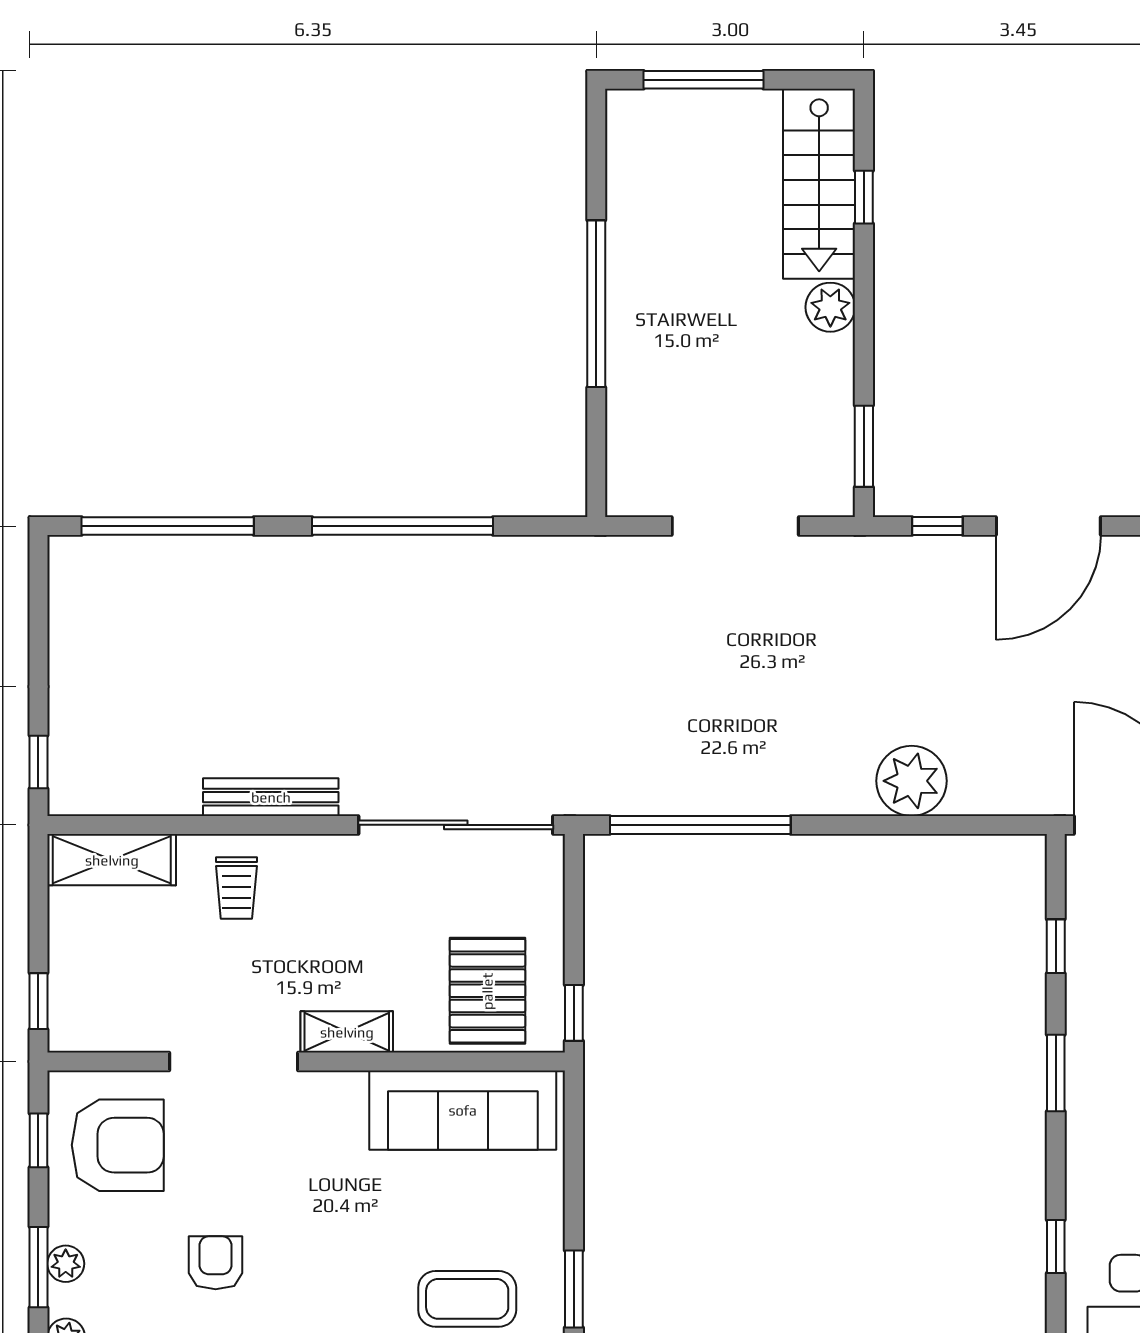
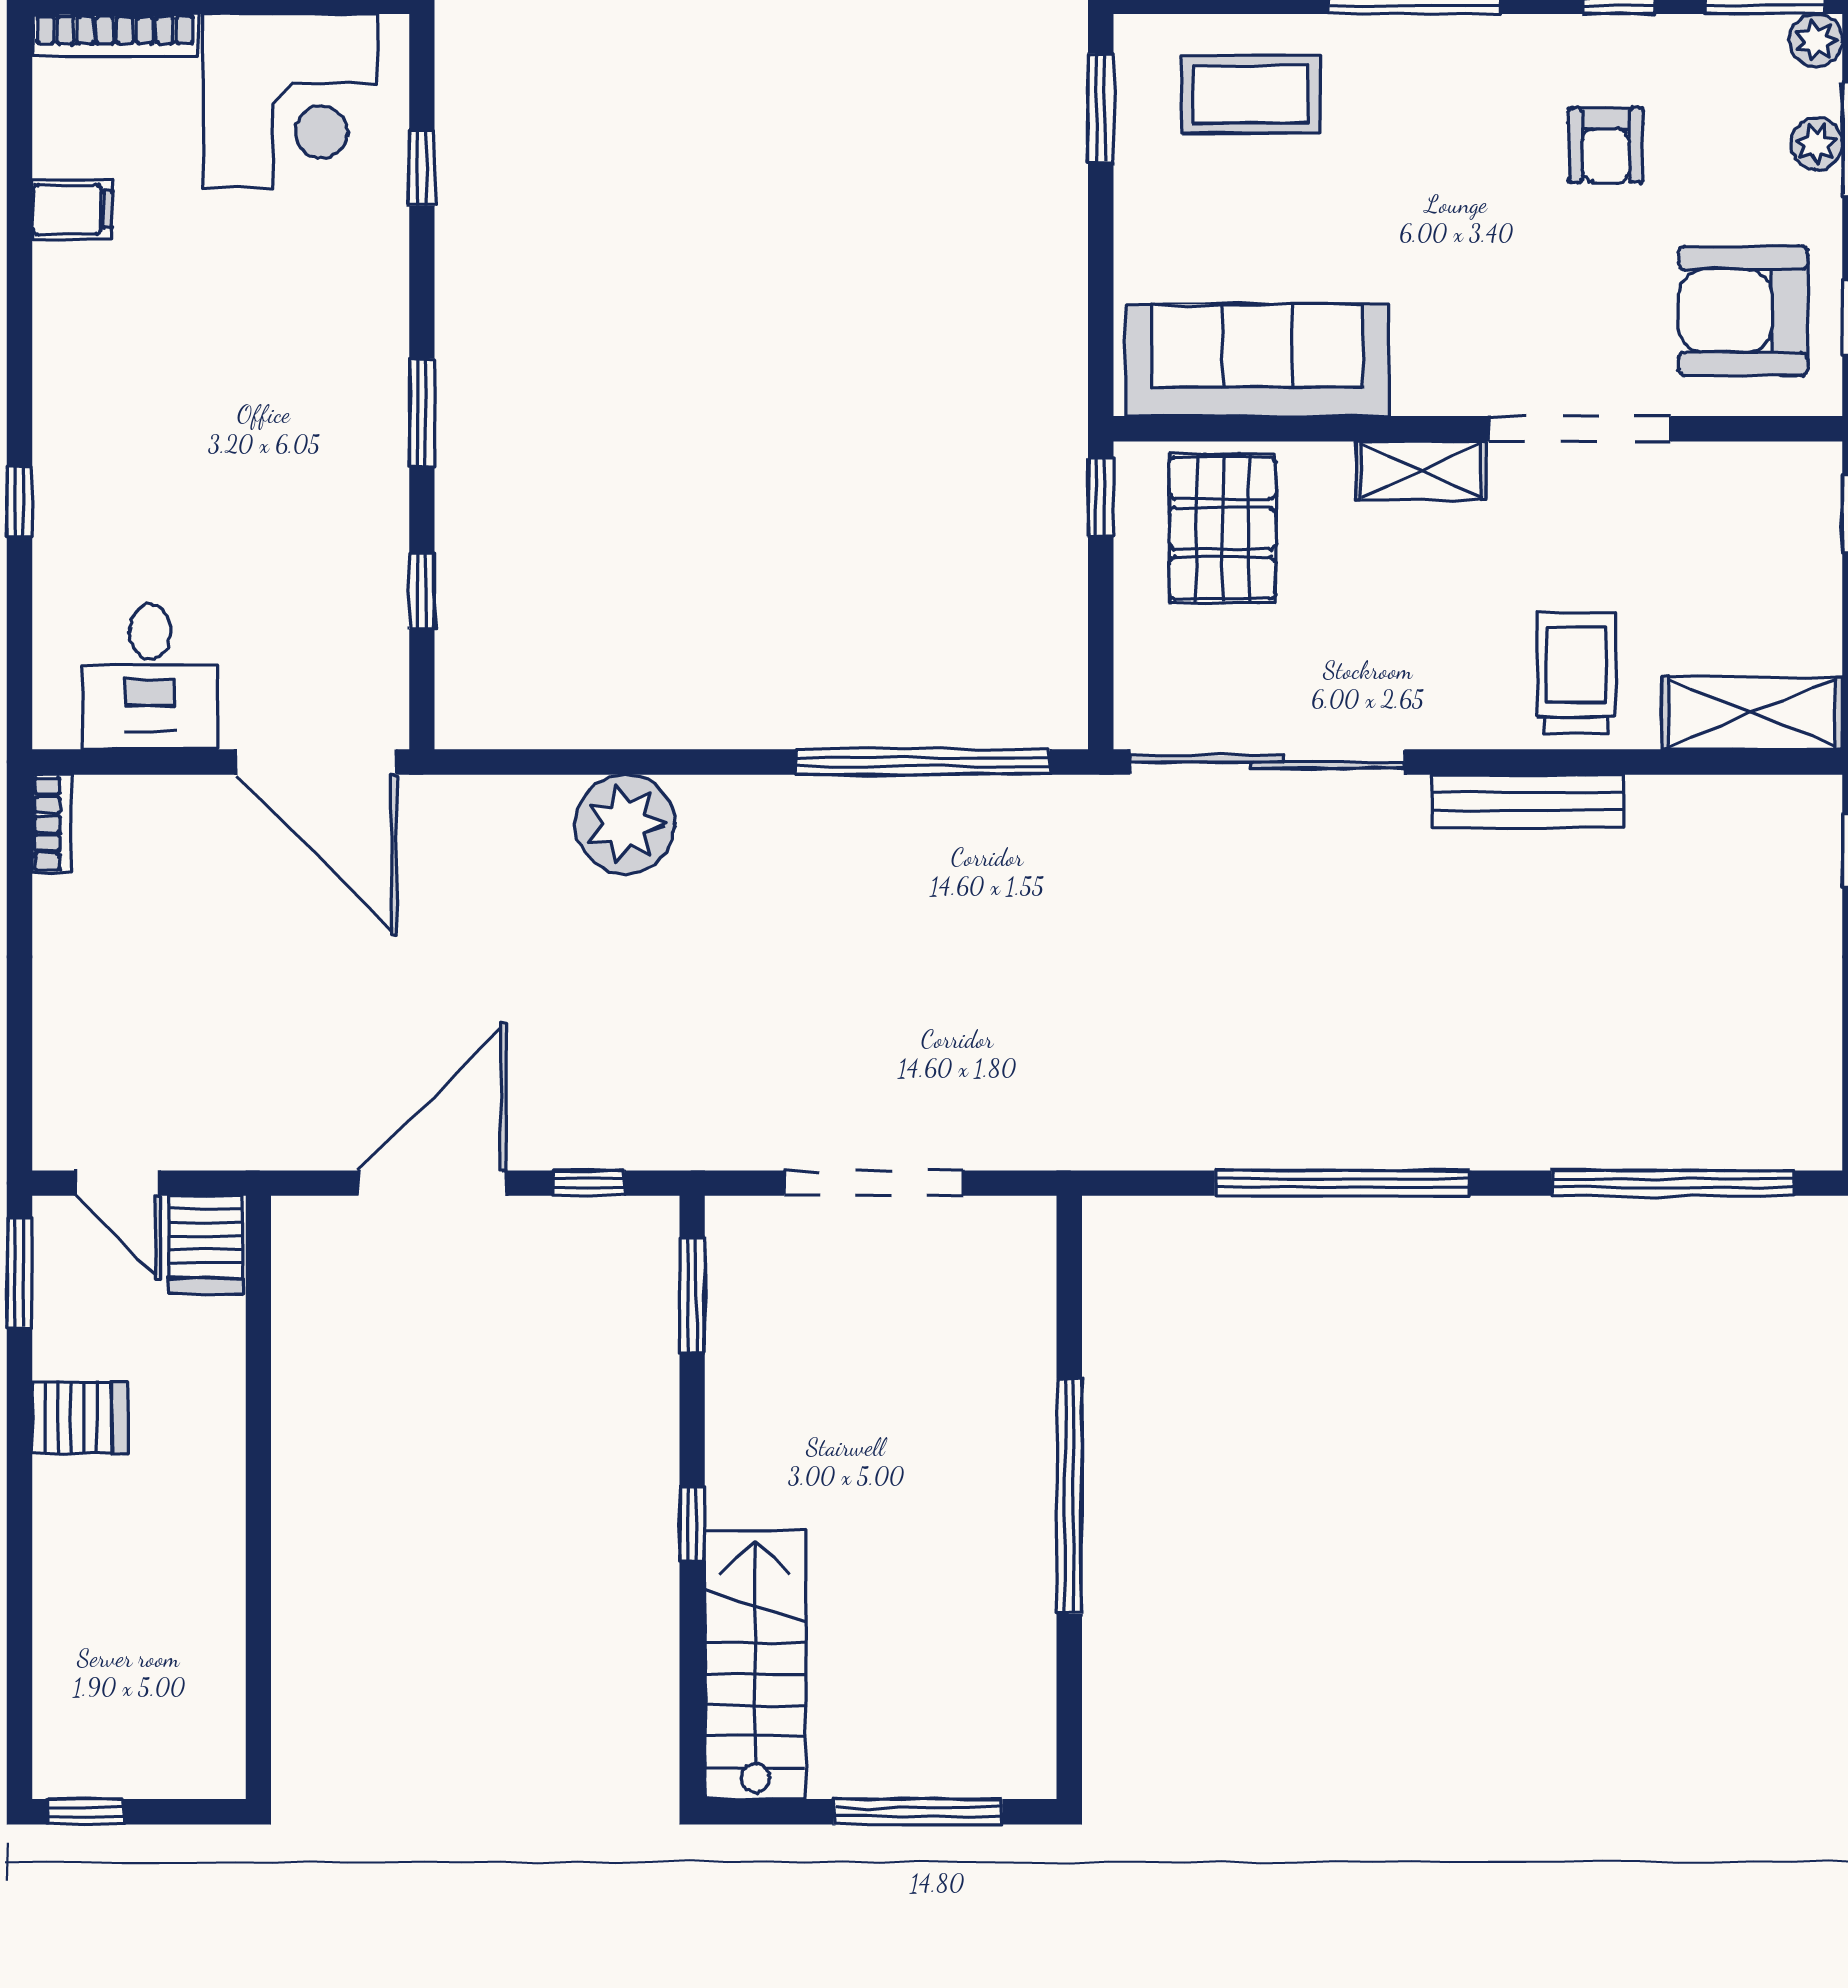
window: (864, 197) -> (692, 1524), moved
plant: (830, 307) -> (739, 1491), removed
trolley: (236, 888) -> (1576, 673), width x1.36, depth x1.39

